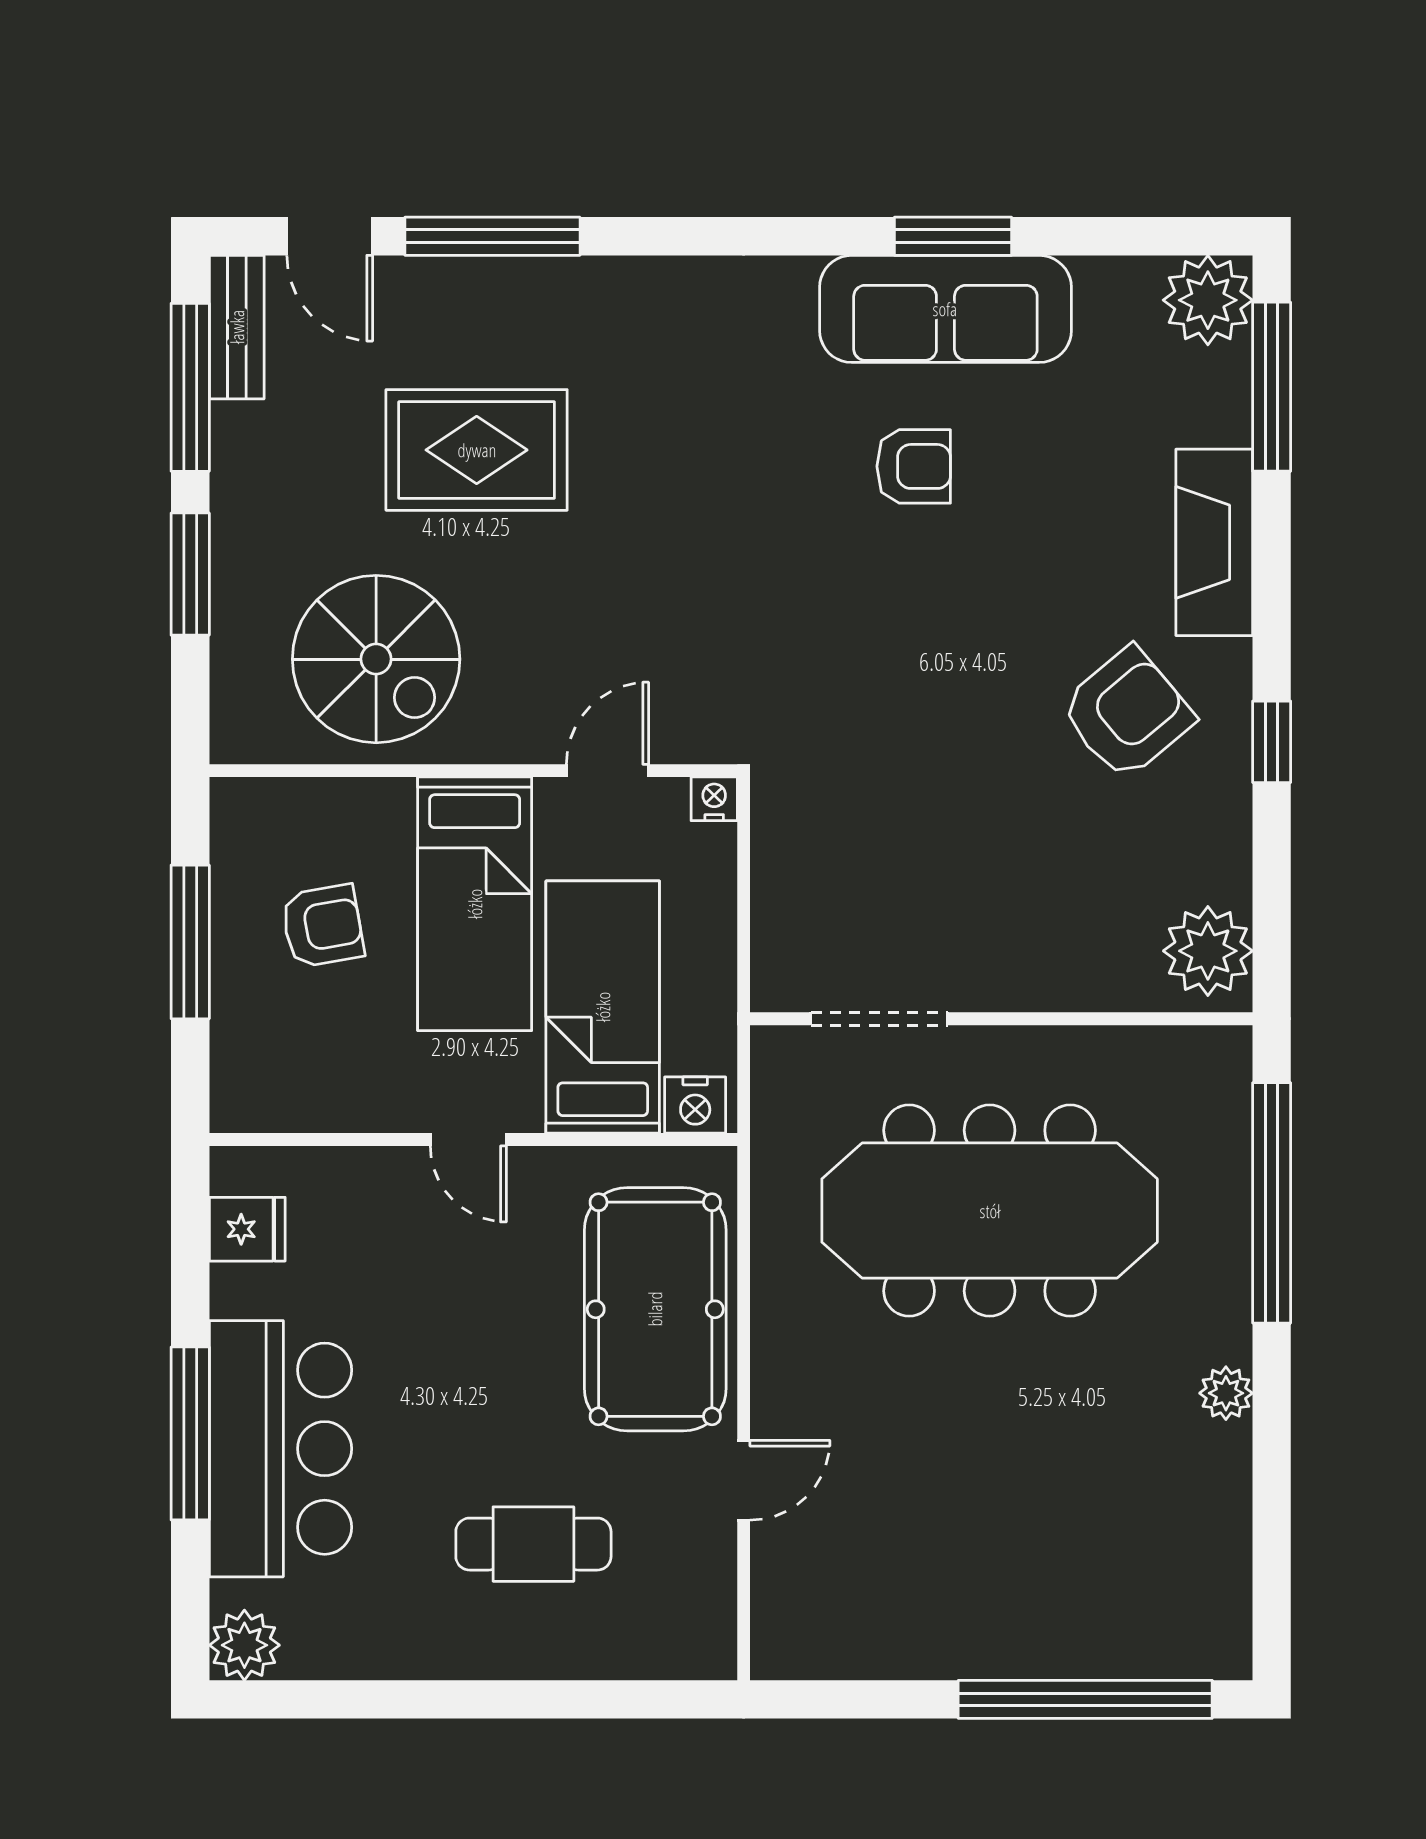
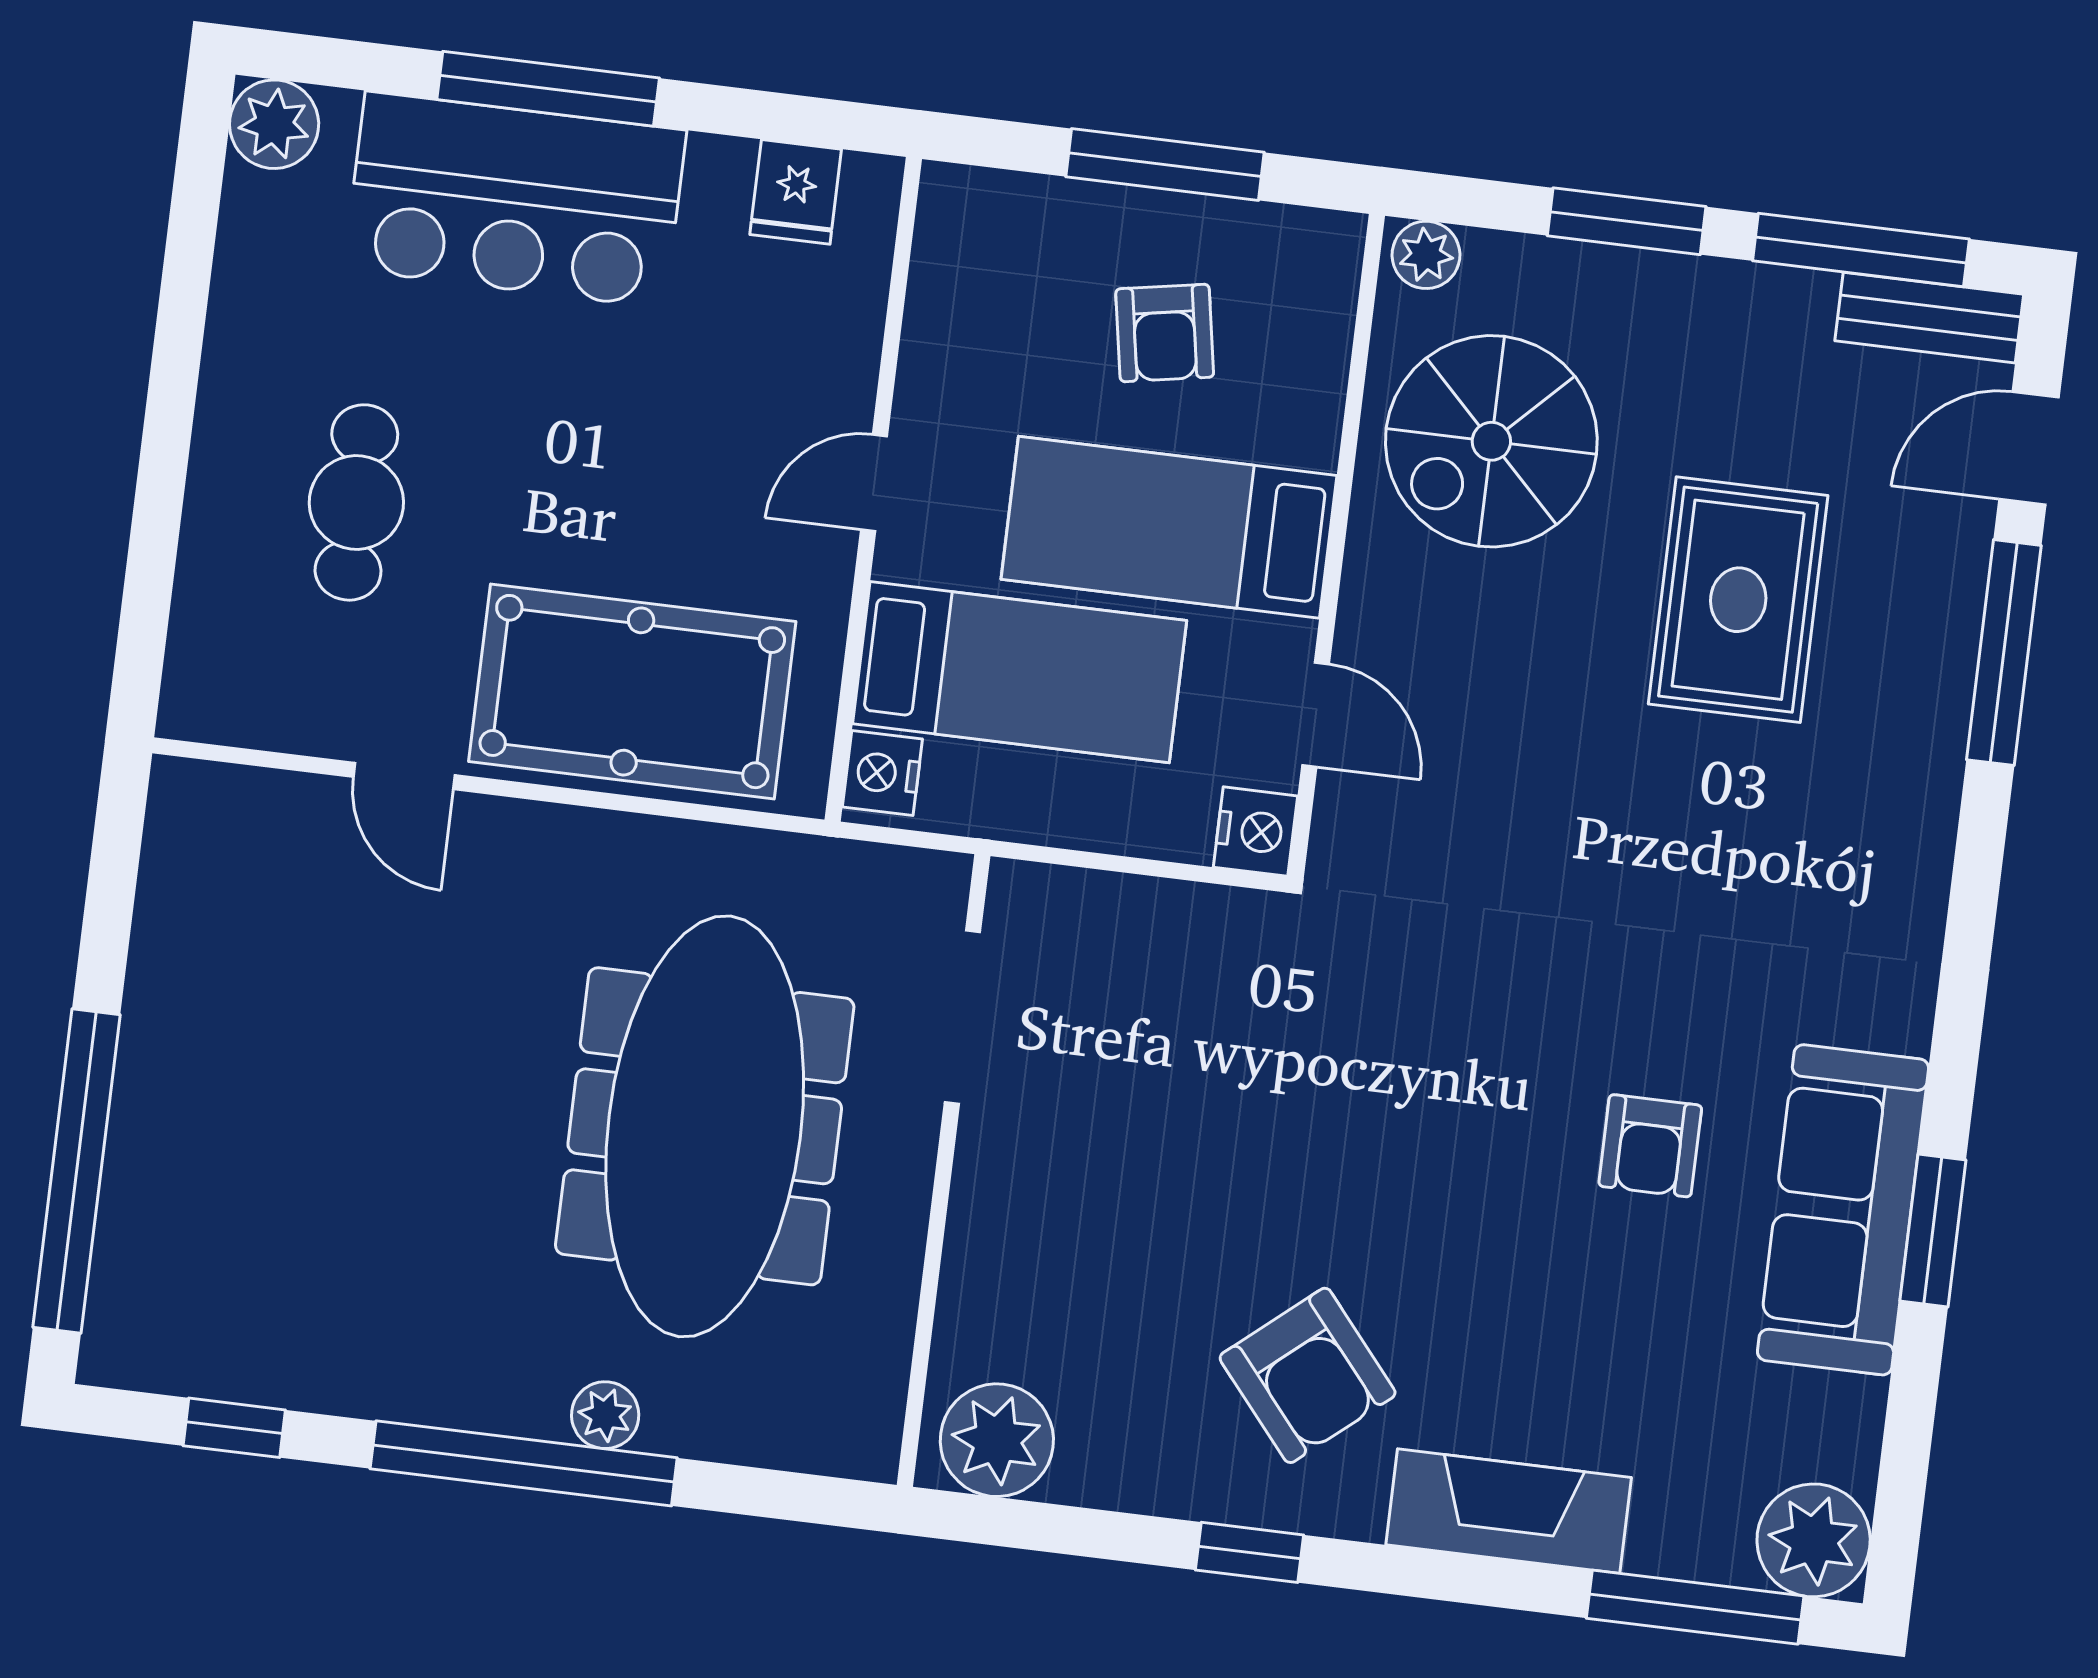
plant: (236, 728) -> (1426, 255), added
nightstand: (714, 799) -> (1256, 832), width x1.39, depth x1.35
window: (1272, 1203) -> (524, 1463), moved
plant: (1226, 1393) -> (605, 1415), moved
window: (1272, 1551) -> (234, 1428), added

